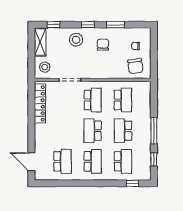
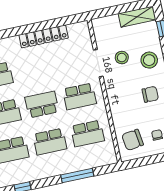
stool: (45, 67) -> (122, 58), moved
locker: (40, 103) -> (44, 36), moved
school desk: (123, 131) -> (50, 142), turned 180
window: (154, 131) -> (77, 176), moved

